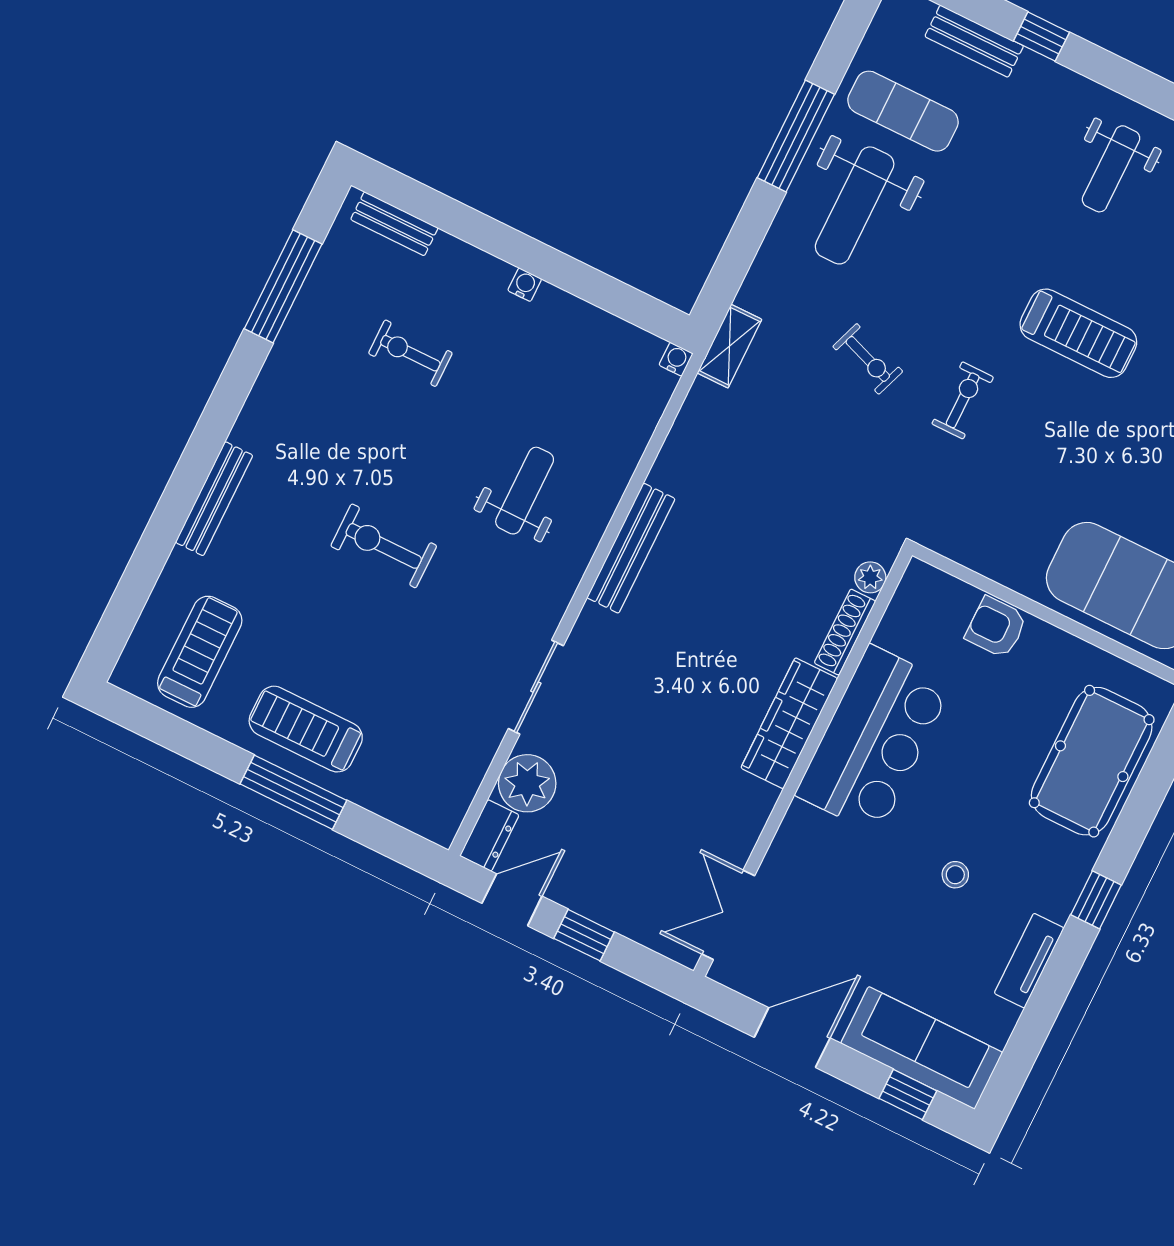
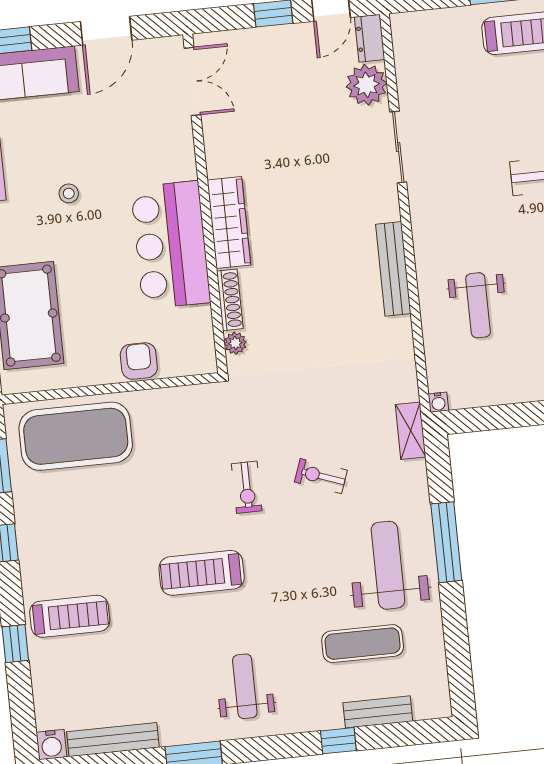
exercise mat: (903, 111) -> (363, 644), moved
window: (796, 136) -> (446, 542), moved
weight bench: (525, 491) -> (478, 305), moved
armchair: (996, 627) -> (139, 361), turned -90

